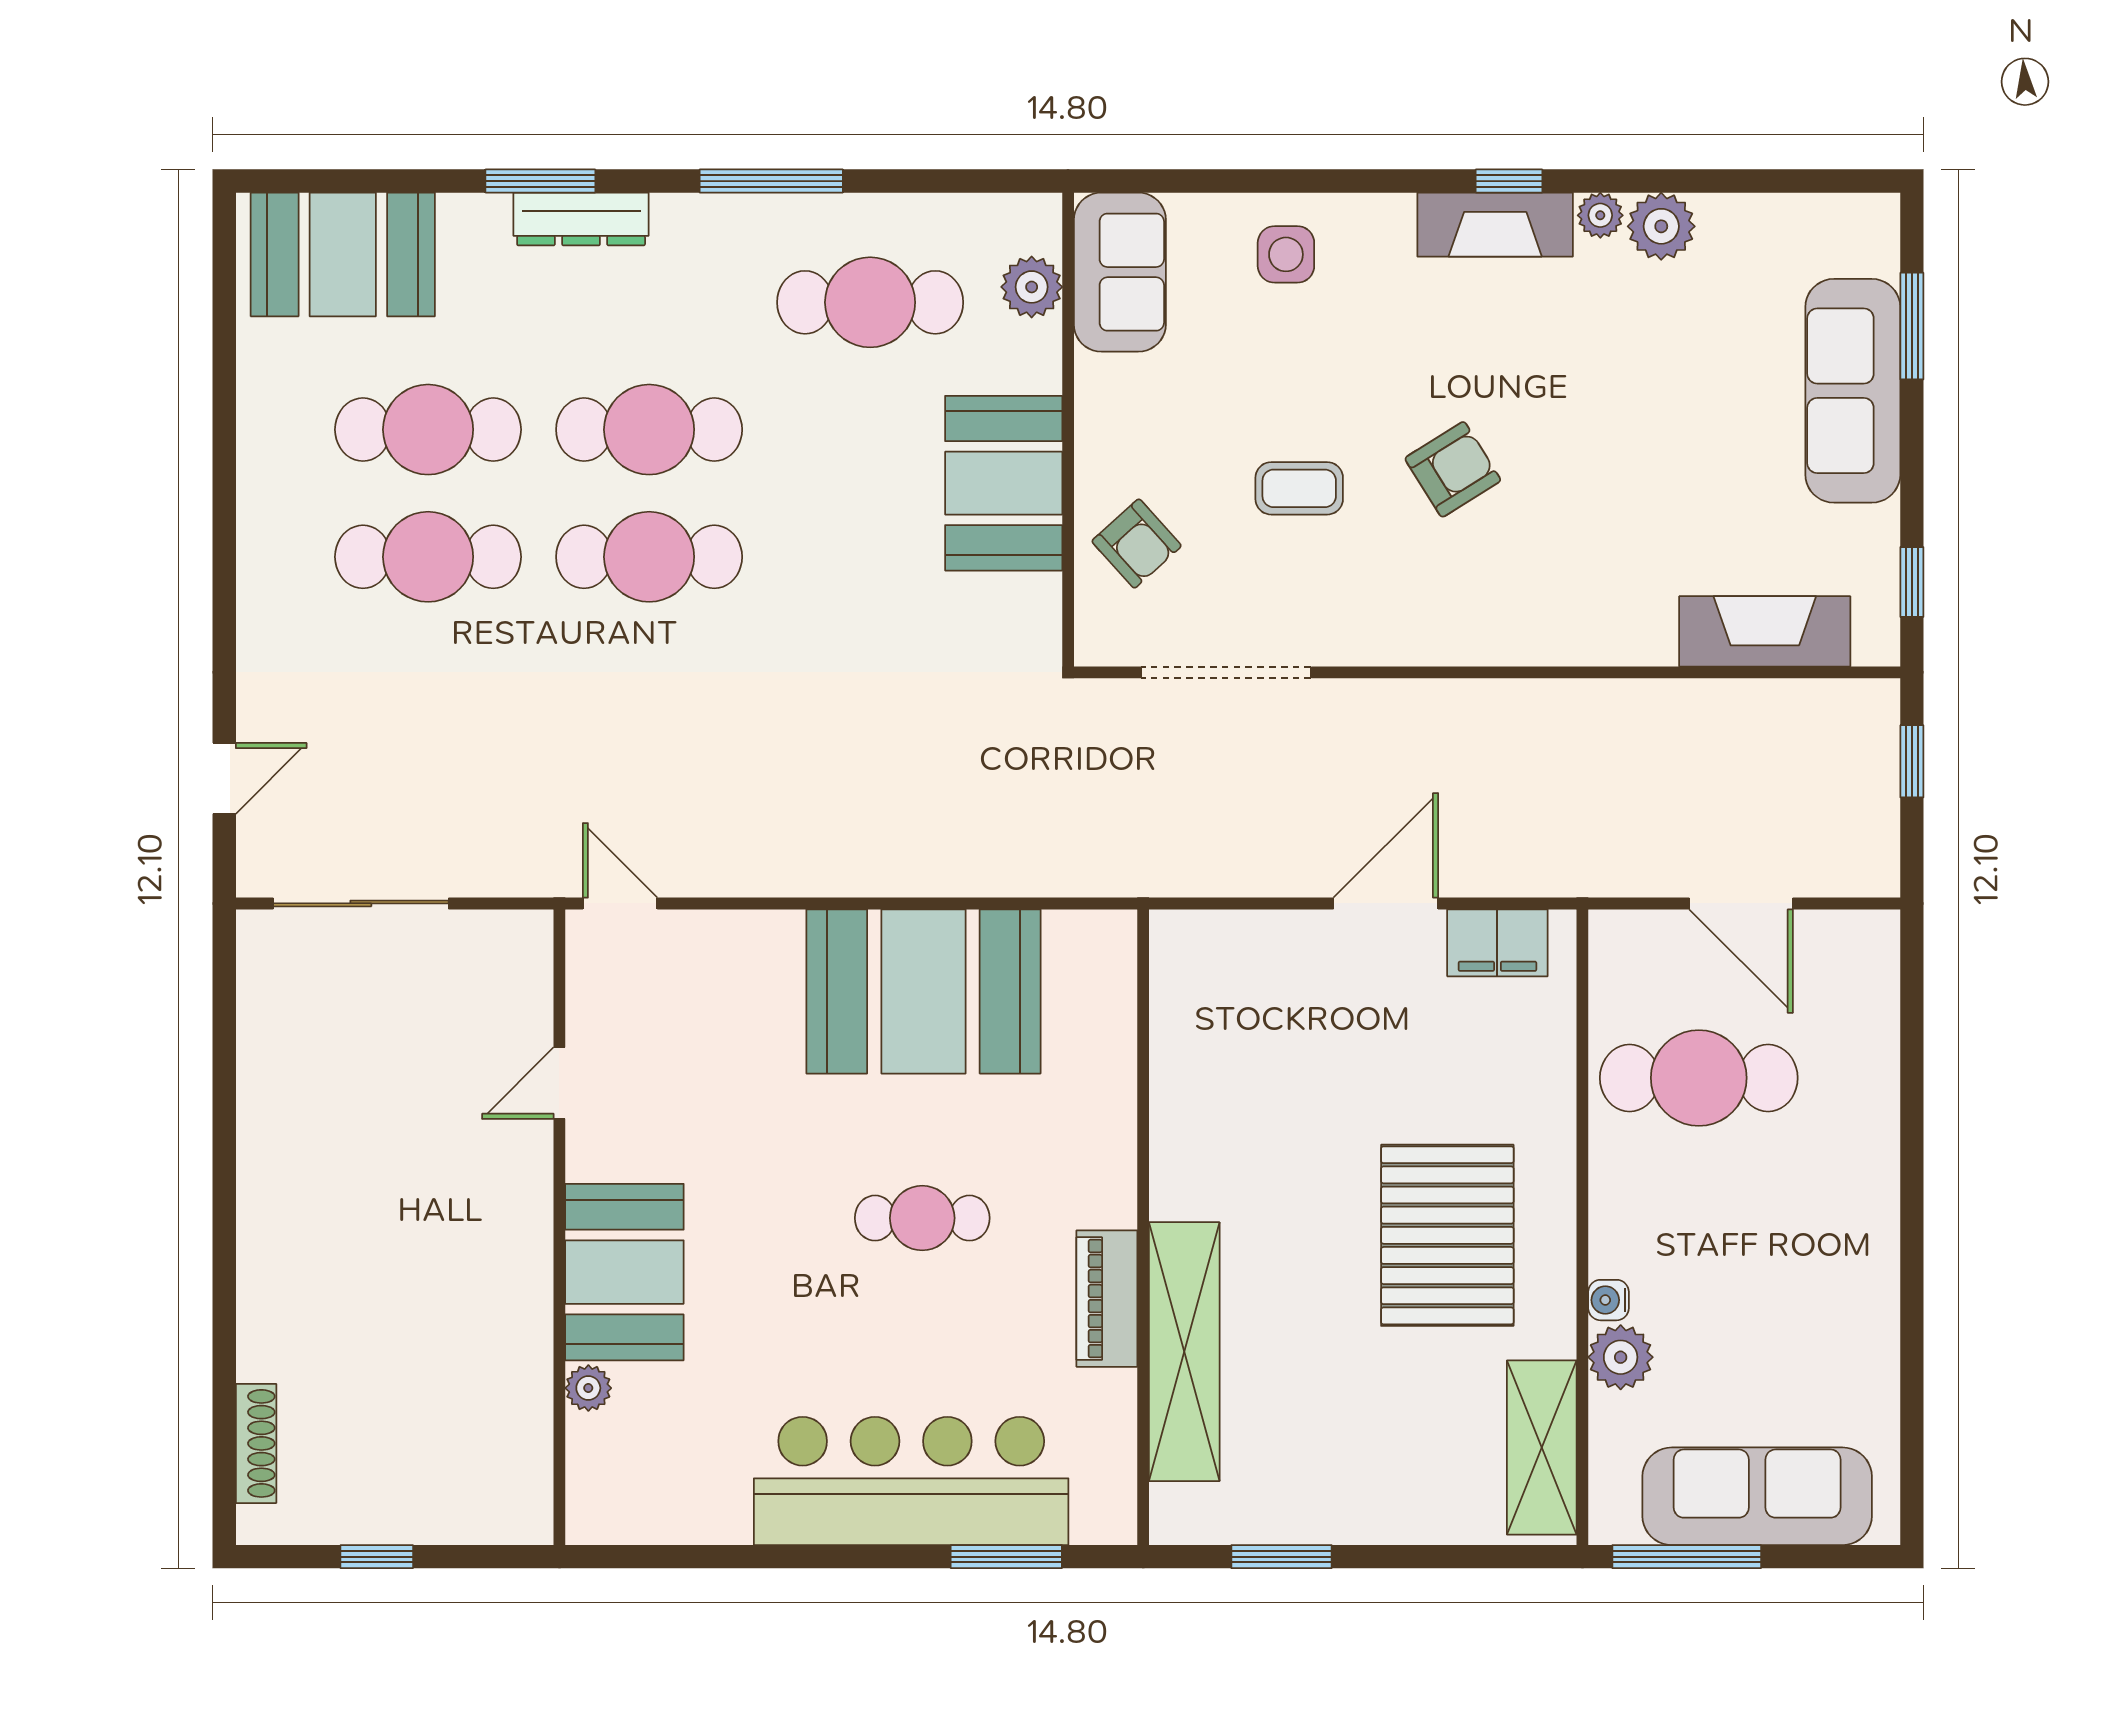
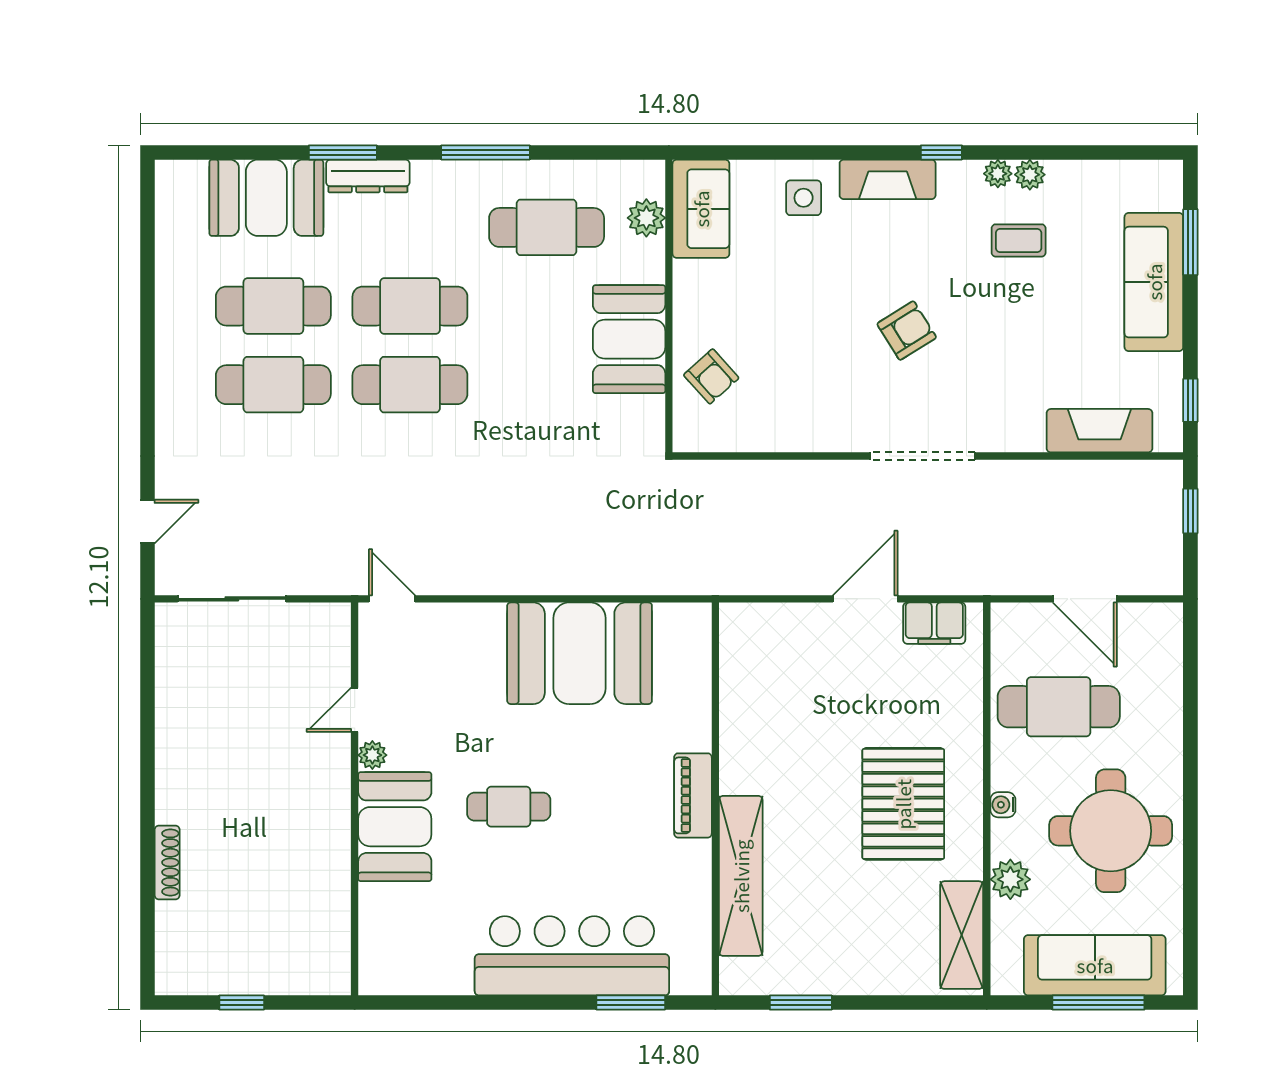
fireplace: (1495, 225) -> (888, 179), moved
plant: (1661, 226) -> (1030, 175), width x0.73, depth x0.73
booth: (343, 254) -> (266, 198), moved
coffee table: (1299, 488) -> (1019, 240), moved
doorway: (1226, 672) -> (922, 456), moved
cafe table: (922, 1218) -> (509, 807), moved
round table: (1783, 1279) -> (1111, 831), added
piano: (1107, 1299) -> (693, 795), moved
water cooler: (1609, 1300) -> (1003, 805), moved
plant: (588, 1388) -> (372, 755), moved
shoe rack: (256, 1443) -> (167, 862), moved
window: (1687, 1557) -> (1098, 1002), moved

